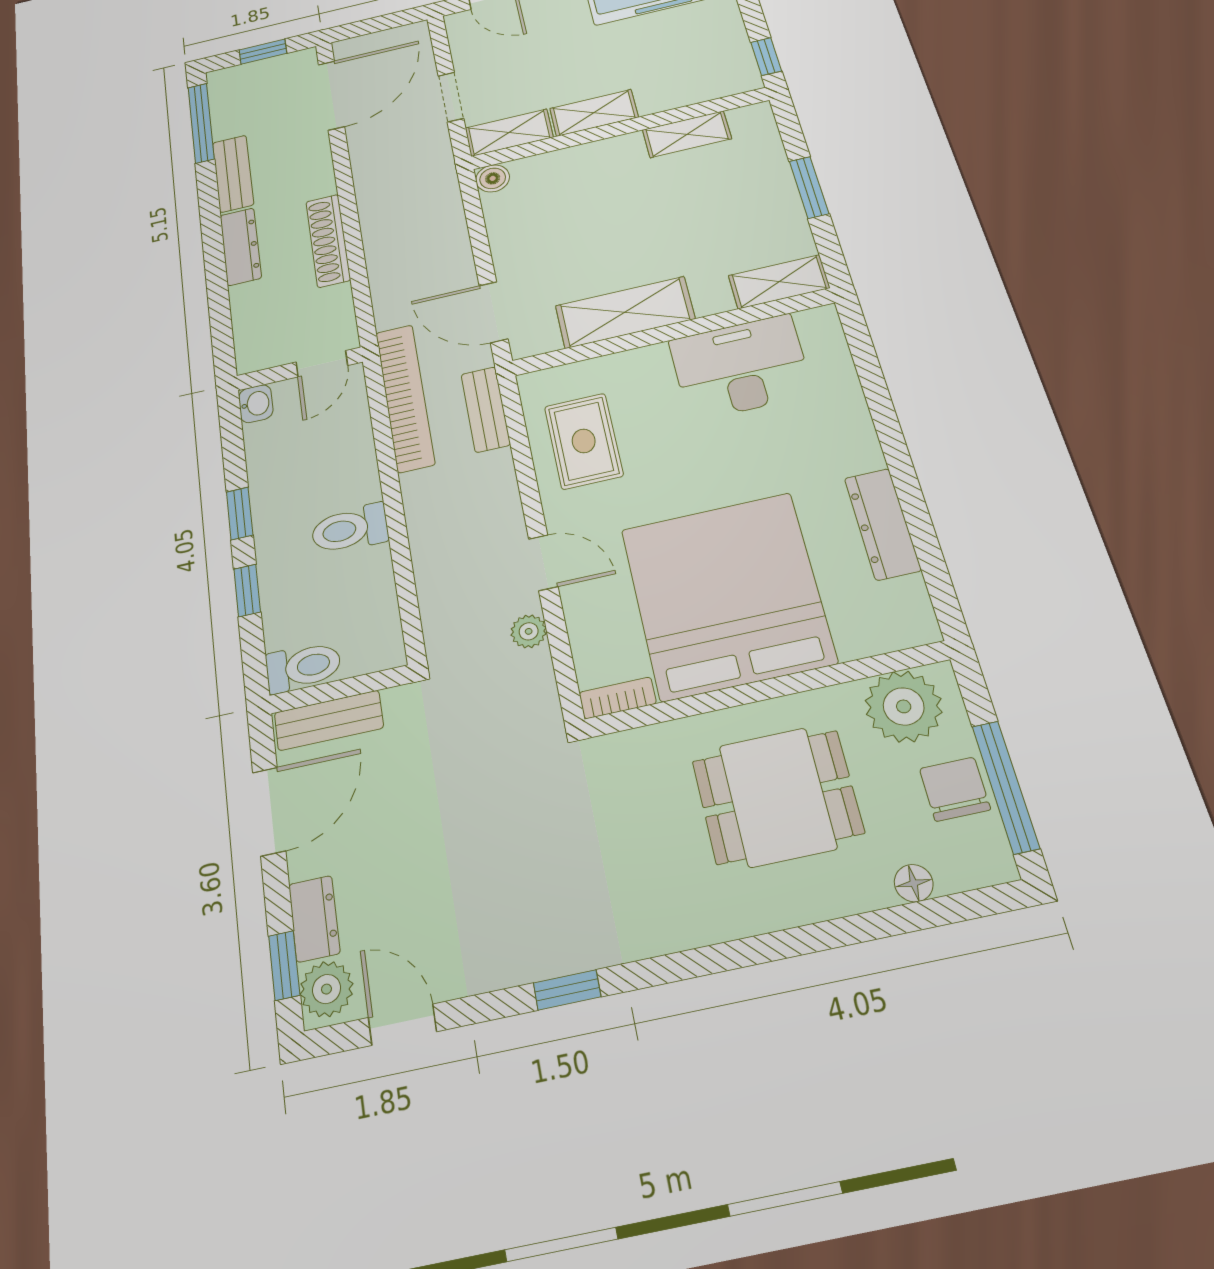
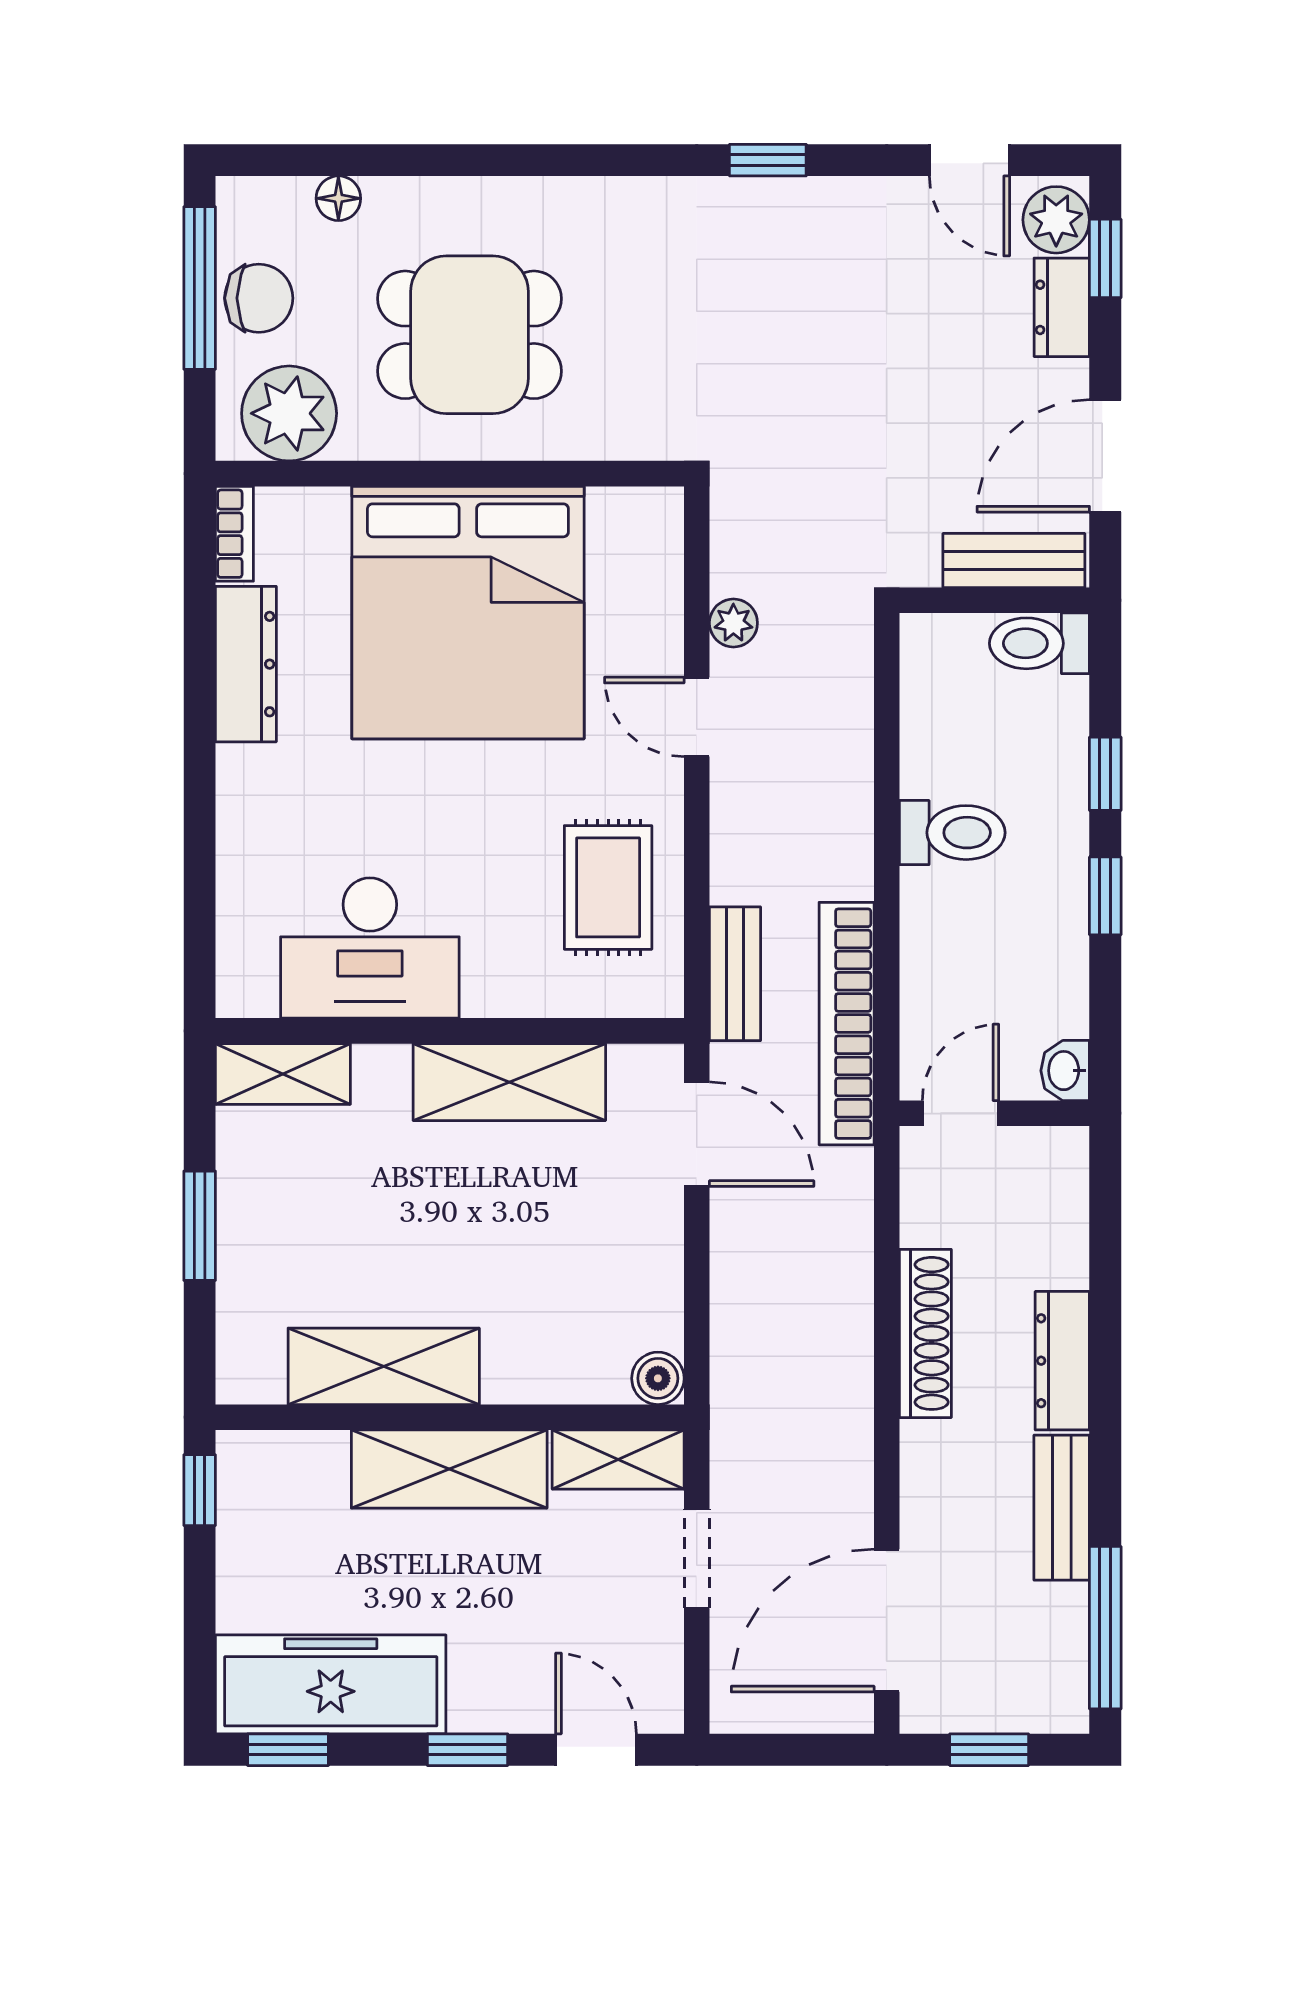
shelving: (594, 113) -> (449, 1469), width x1.50, depth x1.33
shelving: (687, 134) -> (384, 1366), width x1.50, depth x1.33
bookcase: (618, 698) -> (234, 534), moved, turned -90
chair: (955, 789) -> (259, 298), turned -90

